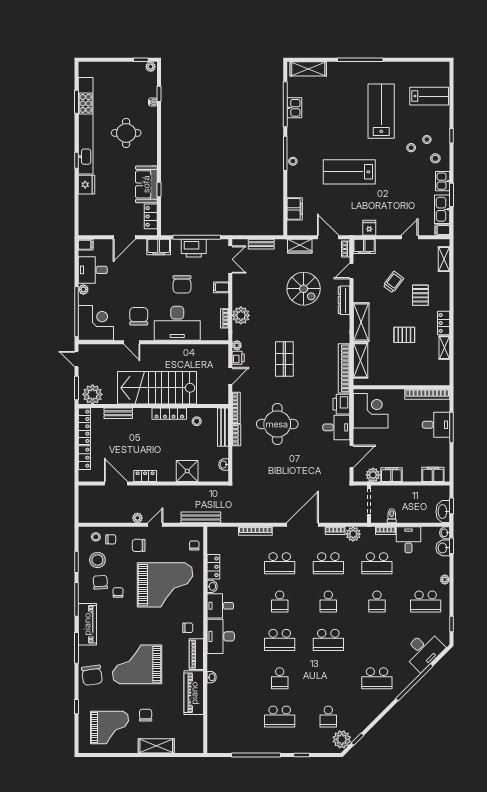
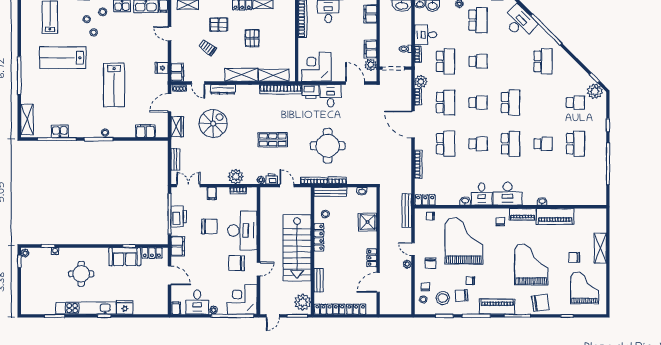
kitchen unit: (86, 126) -> (86, 308), width x0.73
locker: (213, 567) -> (425, 200), moved
grand piano: (137, 664) -> (531, 264), turned 180

